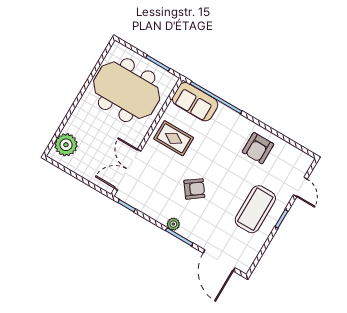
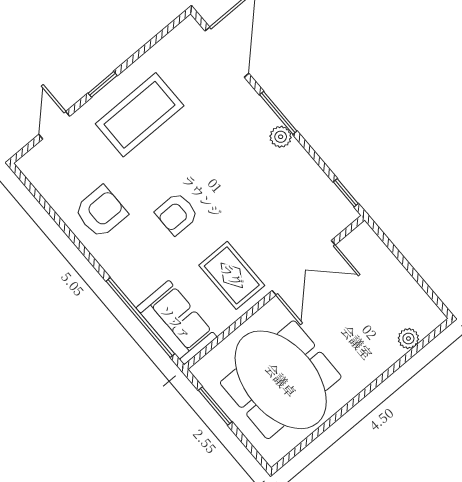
plant: (66, 145) -> (408, 339), width x0.53, depth x0.53
double door: (128, 170) -> (304, 268), moved
armchair: (194, 189) -> (177, 214), moved, turned -54

